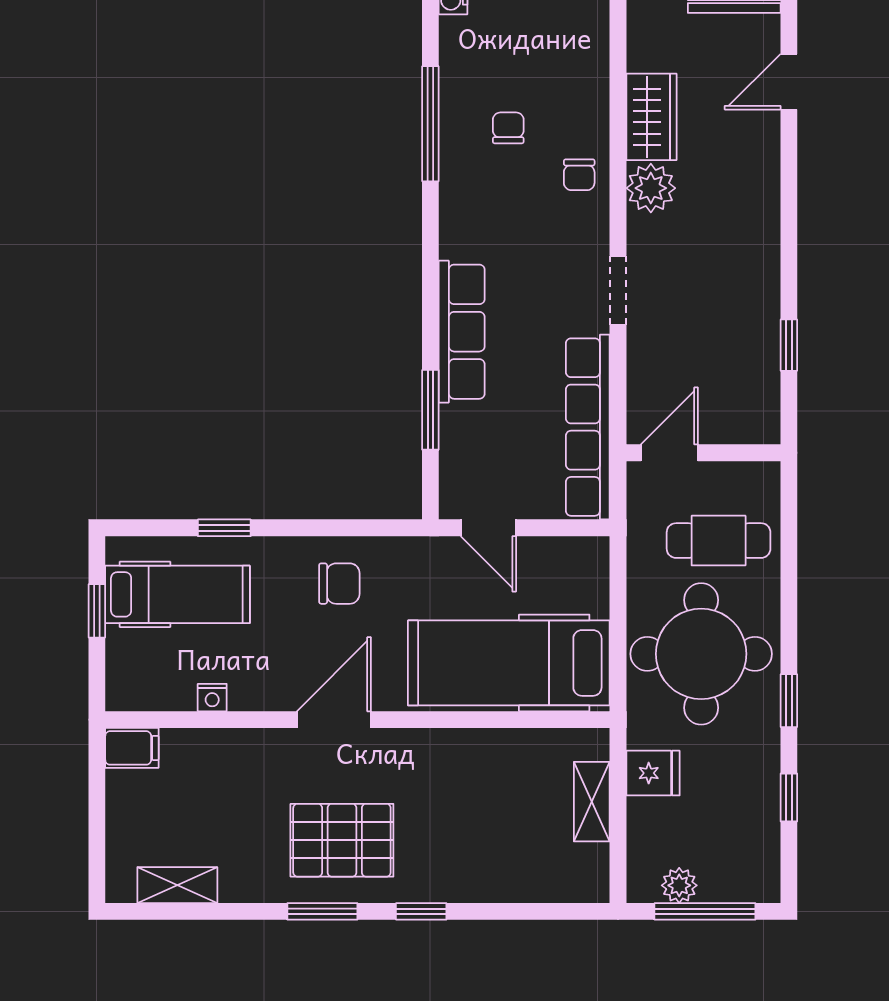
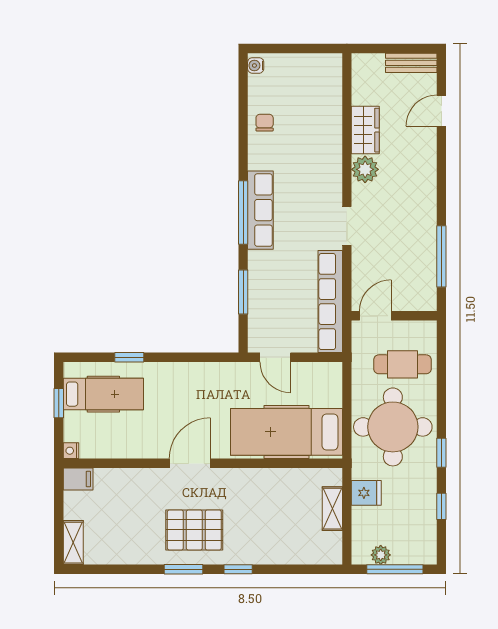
window: (430, 124) -> (243, 213), moved
chair: (508, 128) -> (265, 123), moved
chair: (579, 175) -> (325, 162), removed
row of seats: (462, 332) -> (260, 210), moved
window: (789, 345) -> (441, 256), width x2.17
chair: (339, 584) -> (193, 388), removed
nightstand: (212, 698) -> (71, 451), moved, turned 90
shelving: (177, 885) -> (73, 543), moved, turned 90

